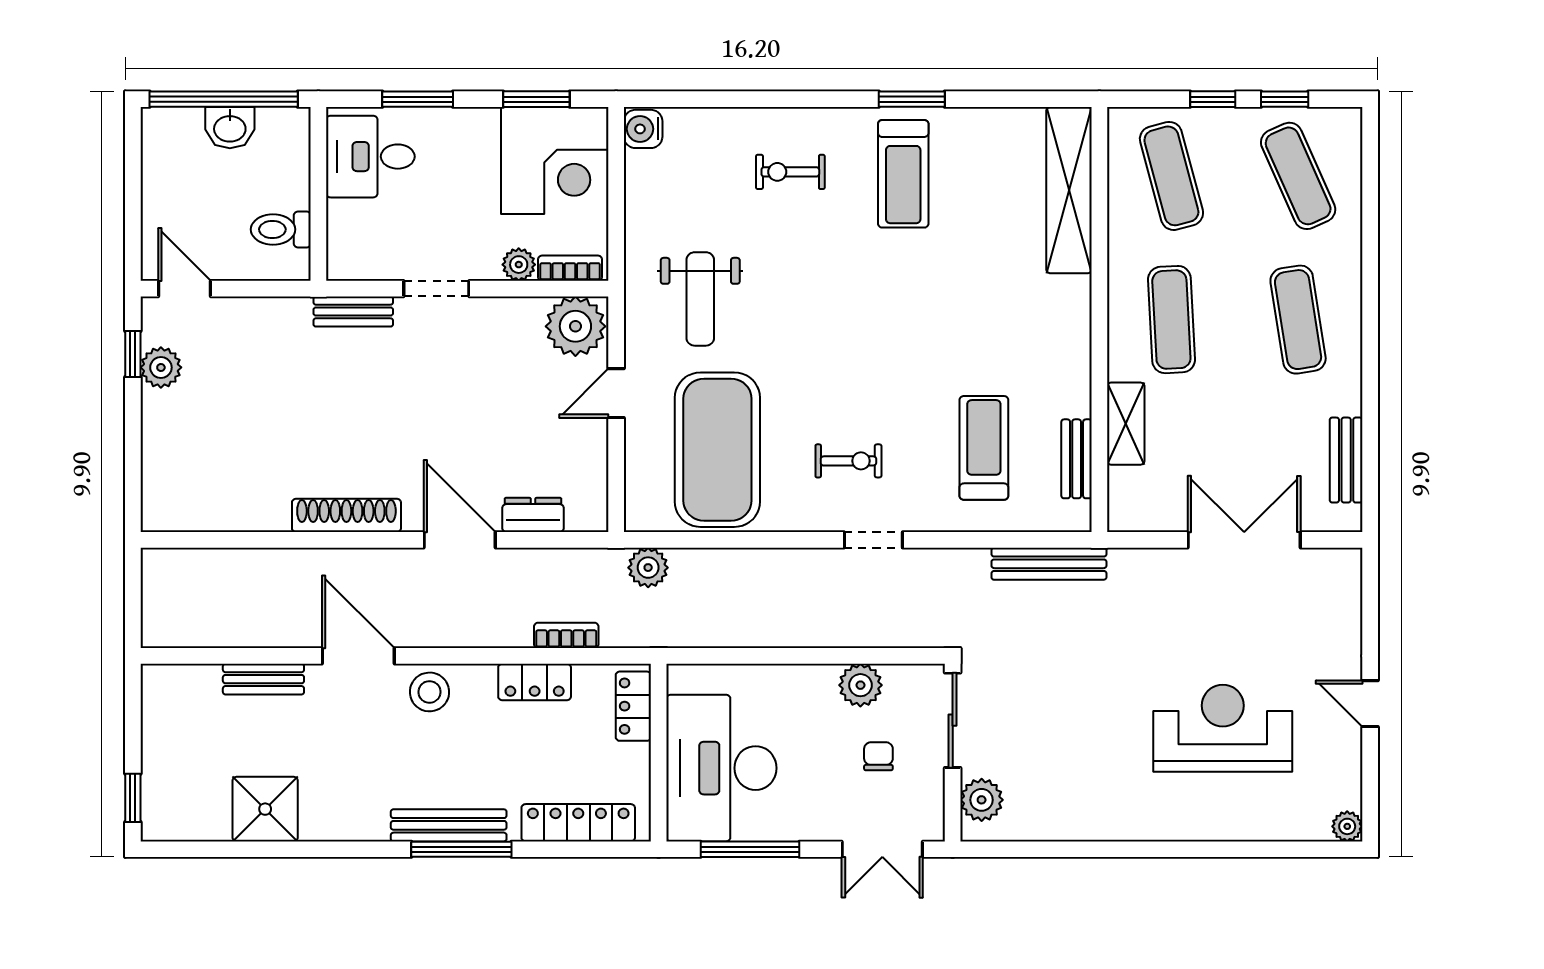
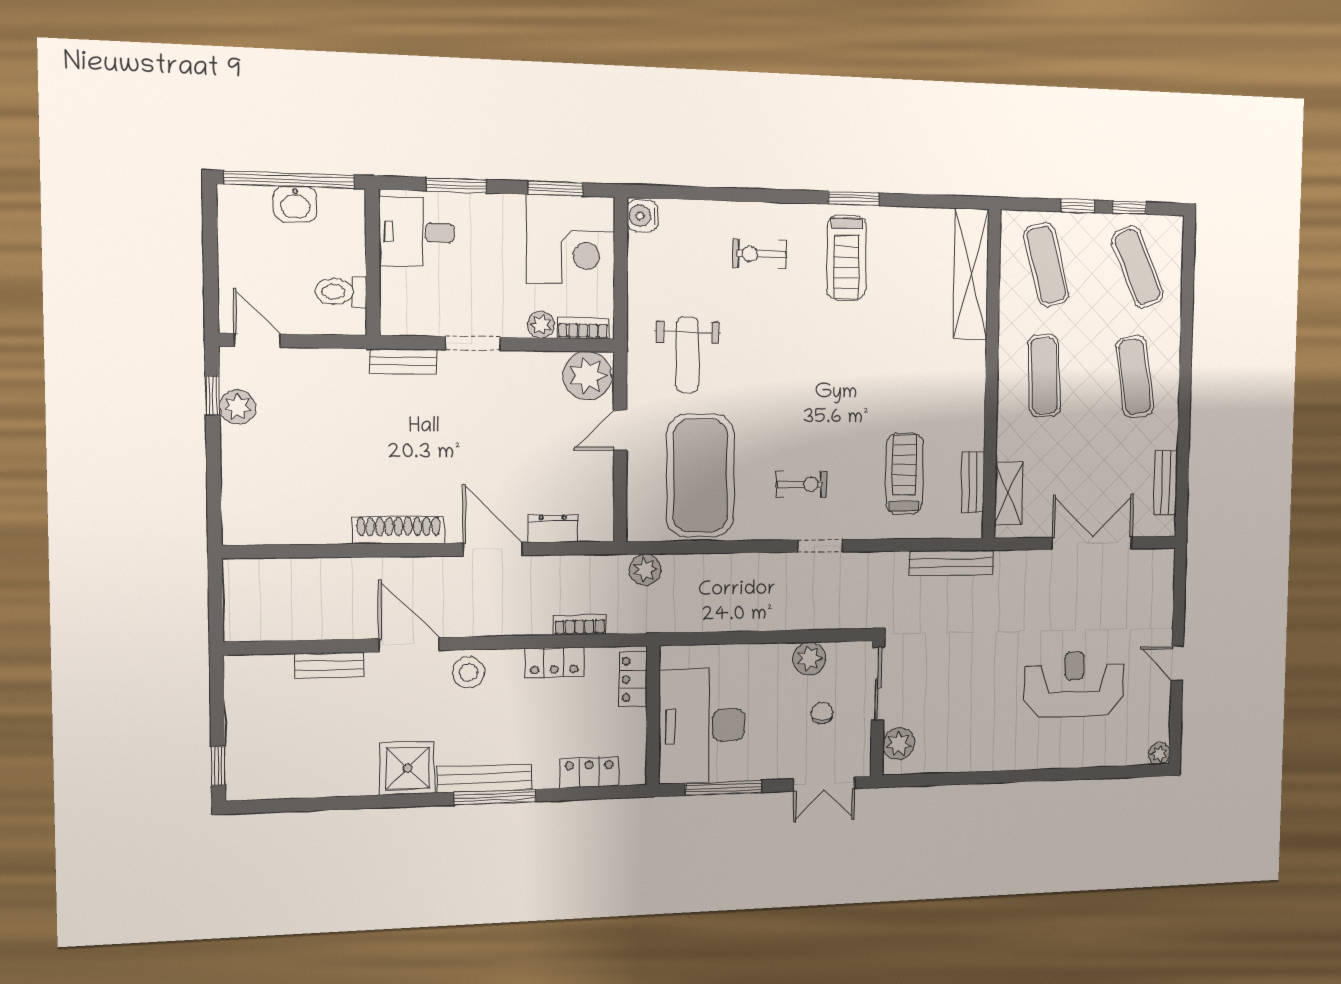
shelving: (1126, 424) -> (1009, 493), moved
shower: (265, 809) -> (408, 768), moved
locker: (578, 823) -> (589, 772), width x0.66

